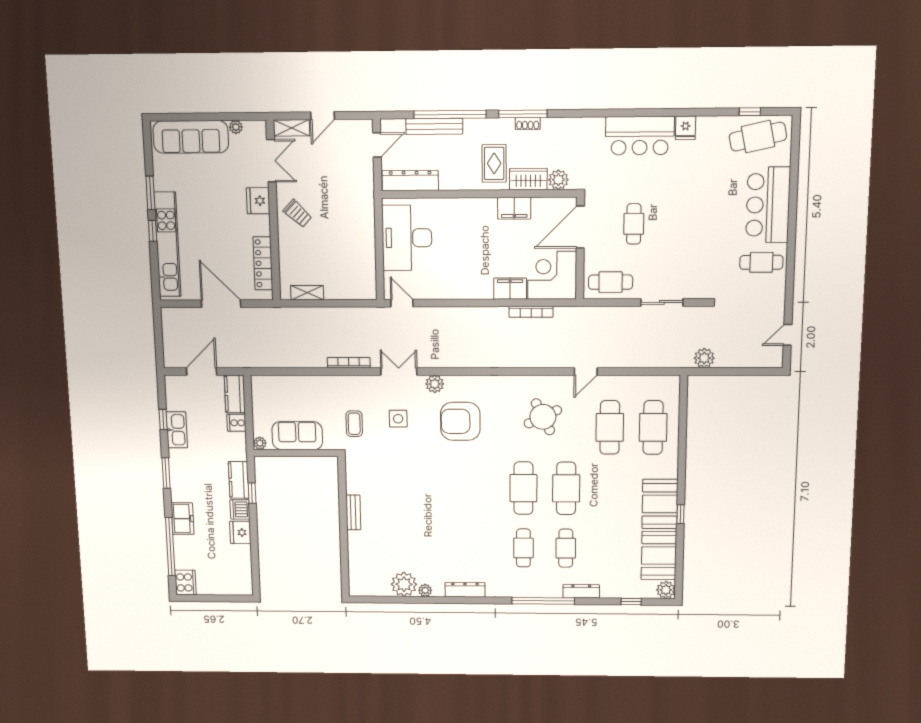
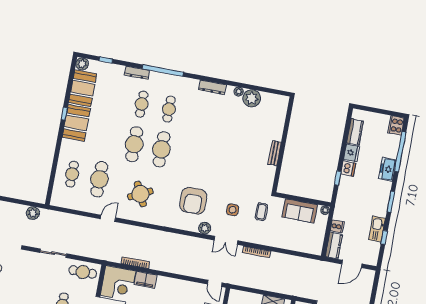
armchair: (460, 421) -> (193, 201), turned 90
cafe table: (653, 427) -> (72, 174), width x0.73, depth x0.74
kitchen counter: (239, 480) -> (355, 132), moved

